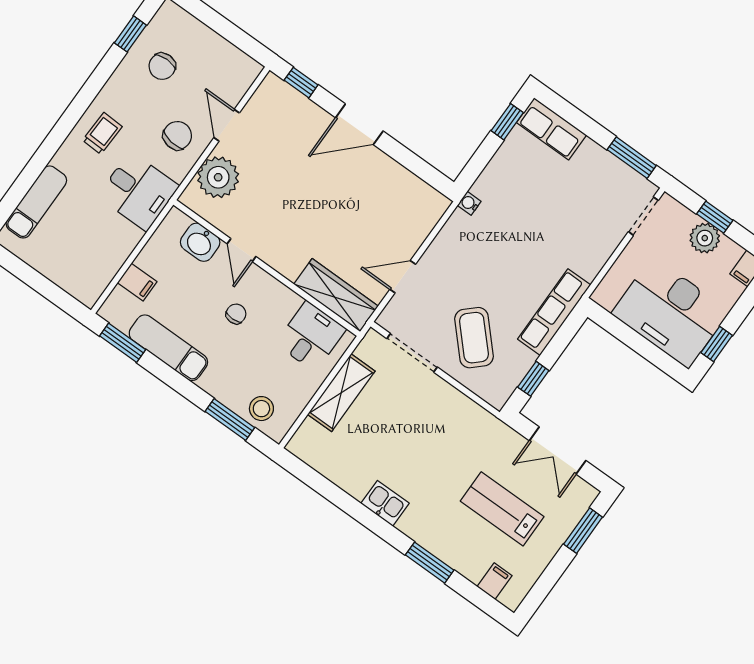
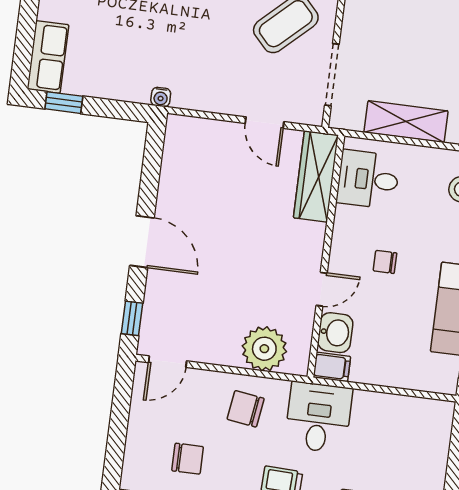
door: (227, 125) -> (168, 362), moved
filing cabinet: (137, 282) -> (332, 367), moved, turned 90

